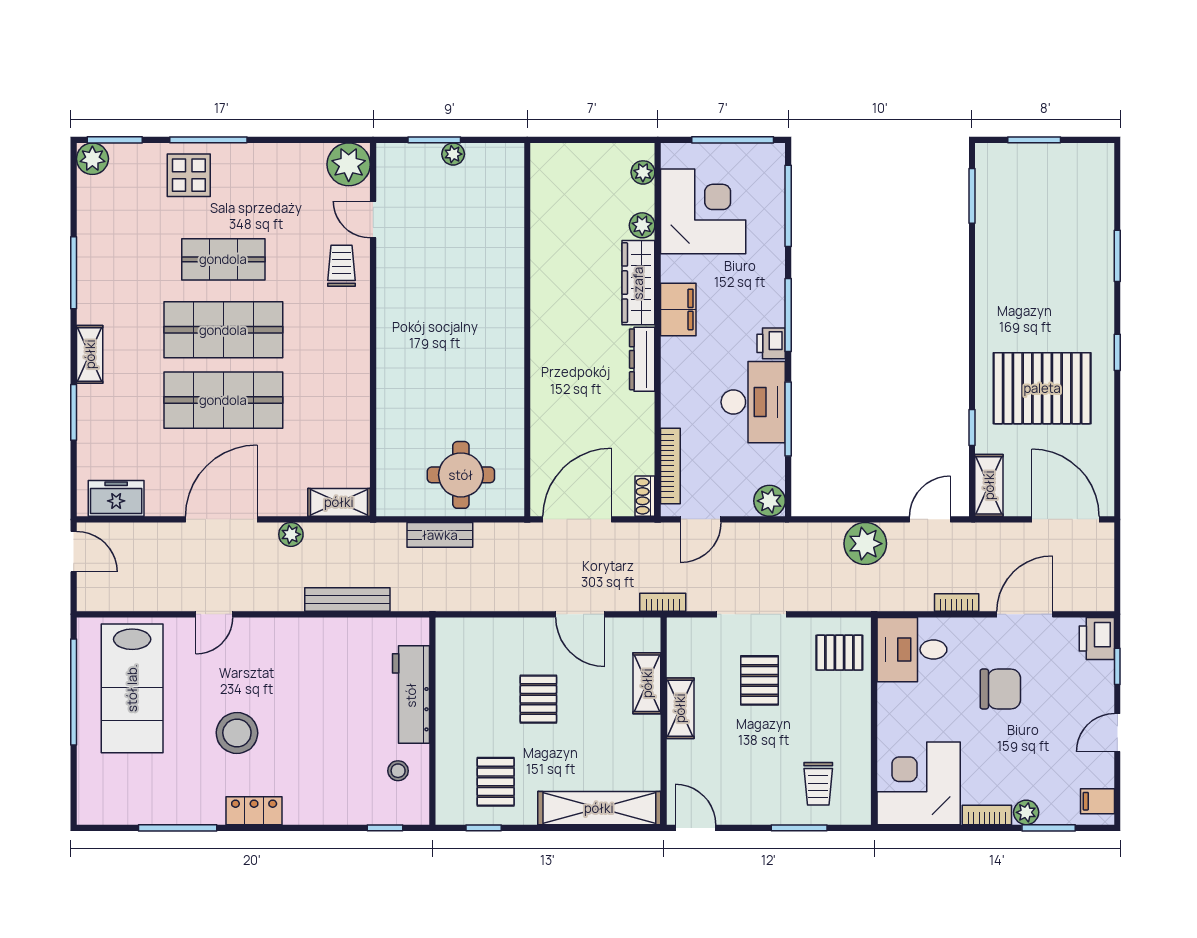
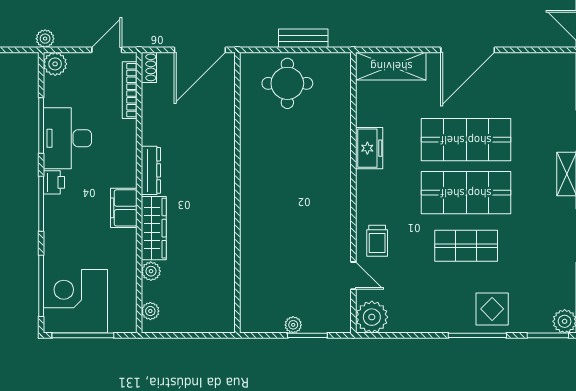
corner desk: (703, 211) -> (75, 301), moved, turned 90
freezer: (116, 498) -> (369, 148), moved, turned -90
shelving: (339, 502) -> (391, 66), width x1.50, depth x1.33
plant: (291, 534) -> (45, 39), moved

